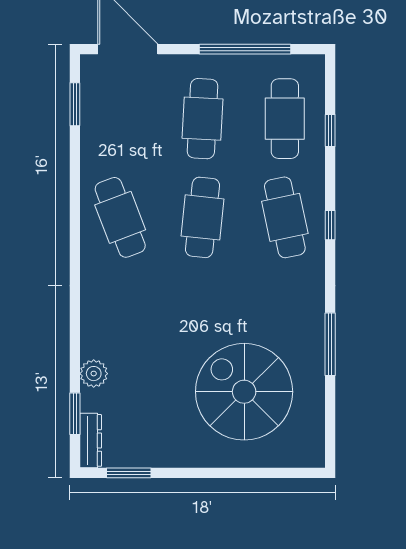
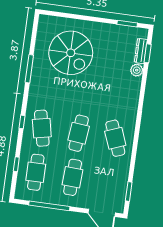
dresser: (91, 440) -> (141, 51), moved

